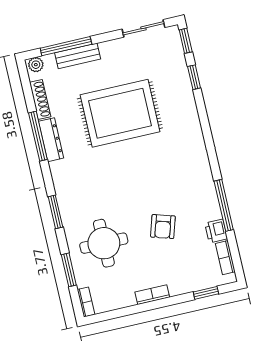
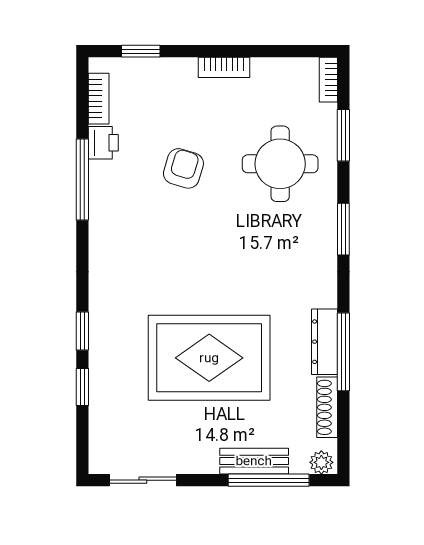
window: (186, 41) -> (82, 331), moved

